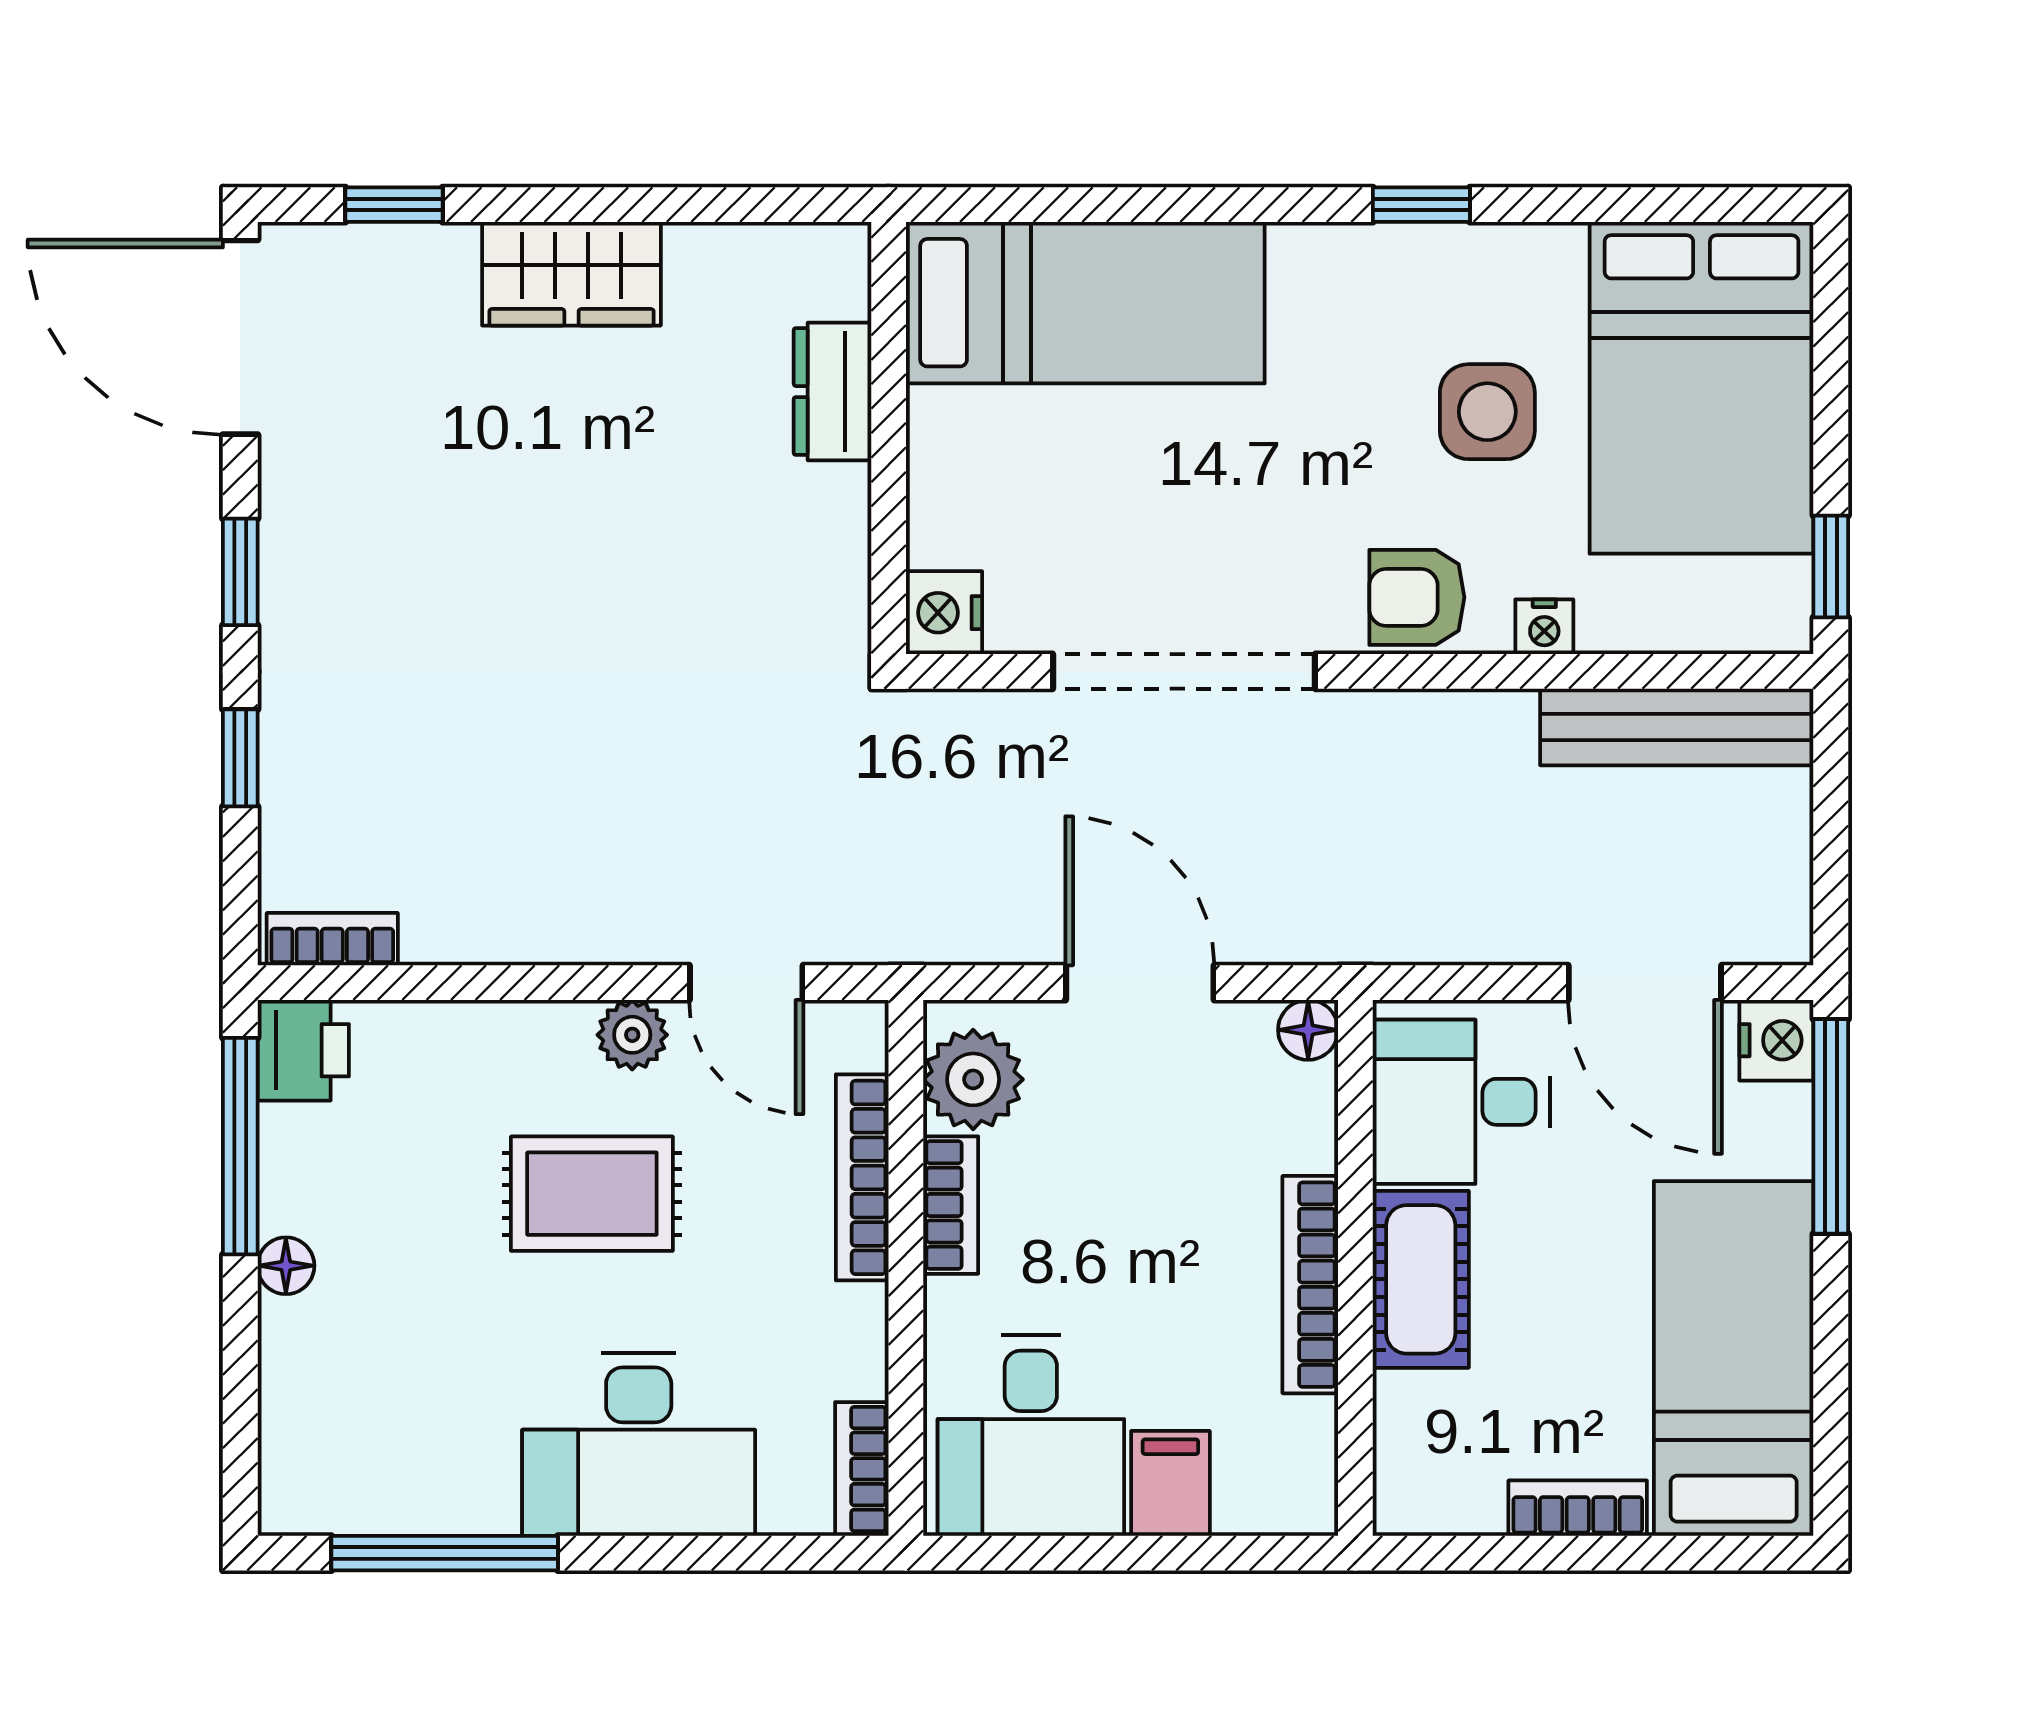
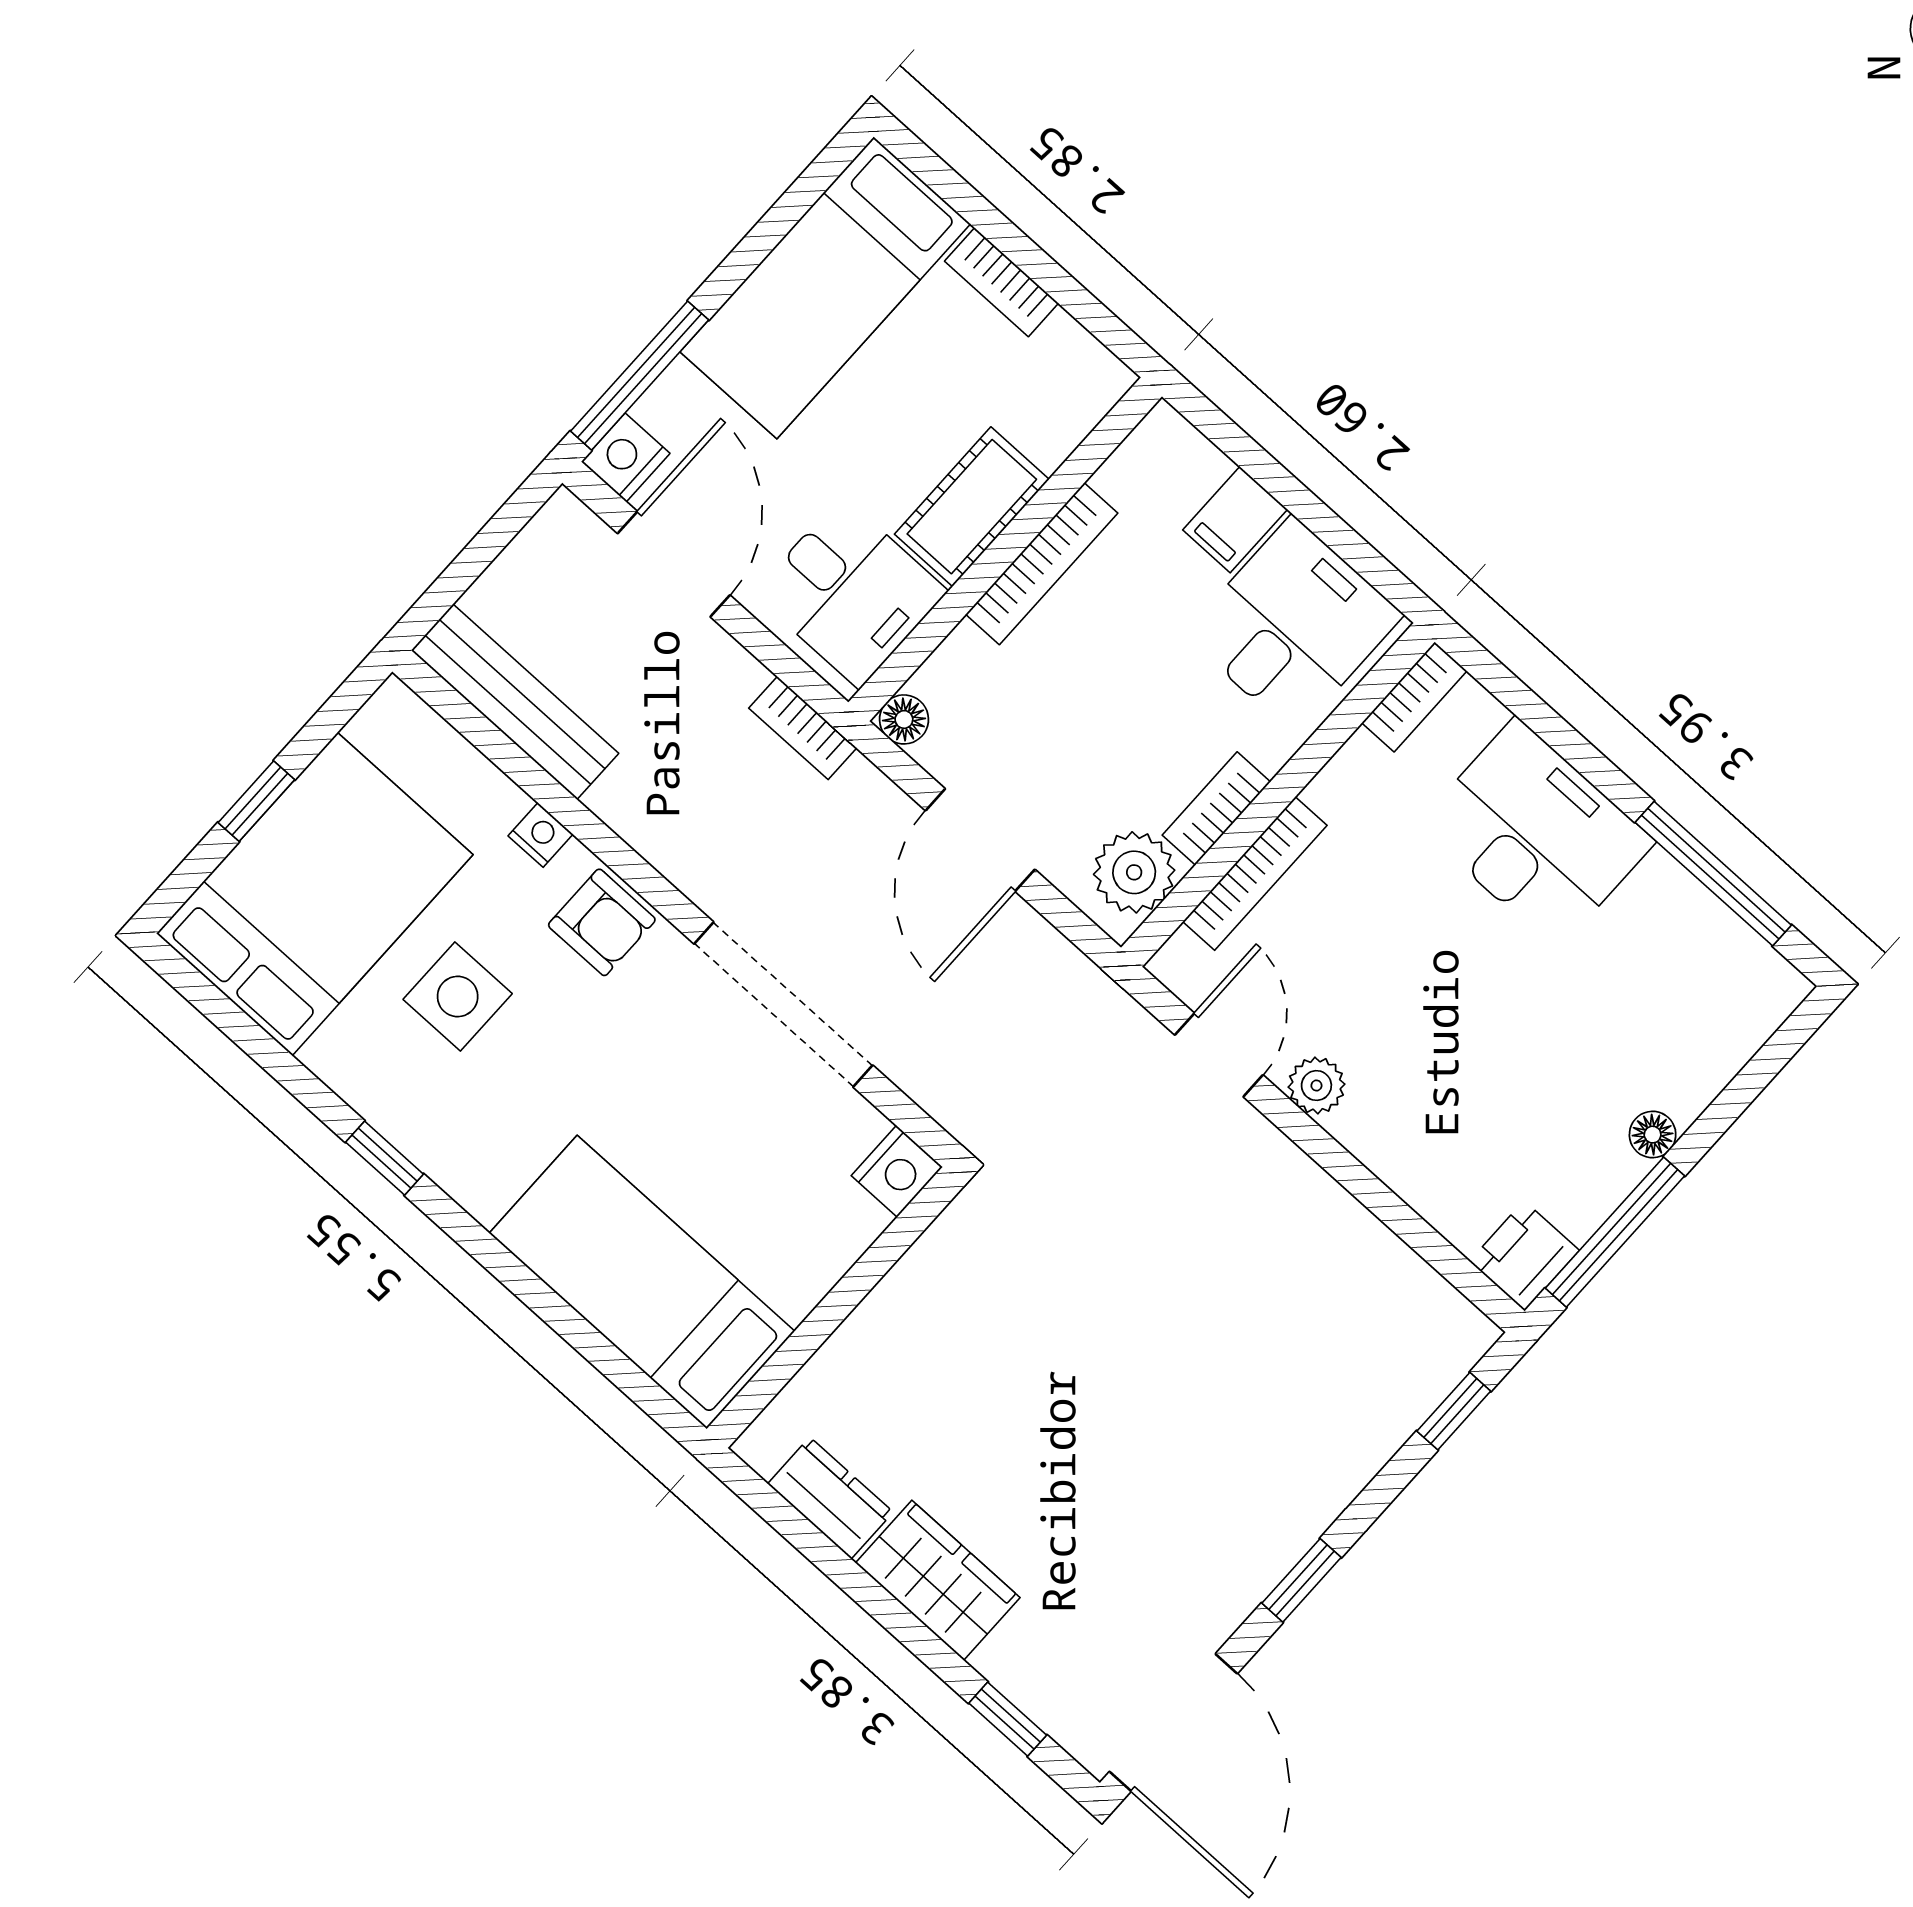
dresser: (832, 392) -> (830, 1498), moved, turned -90
window: (1831, 566) -> (256, 801), moved
window: (240, 758) -> (1454, 1411), moved
bookcase: (332, 939) -> (803, 728), moved
rug: (592, 1194) -> (1428, 1011), removed

